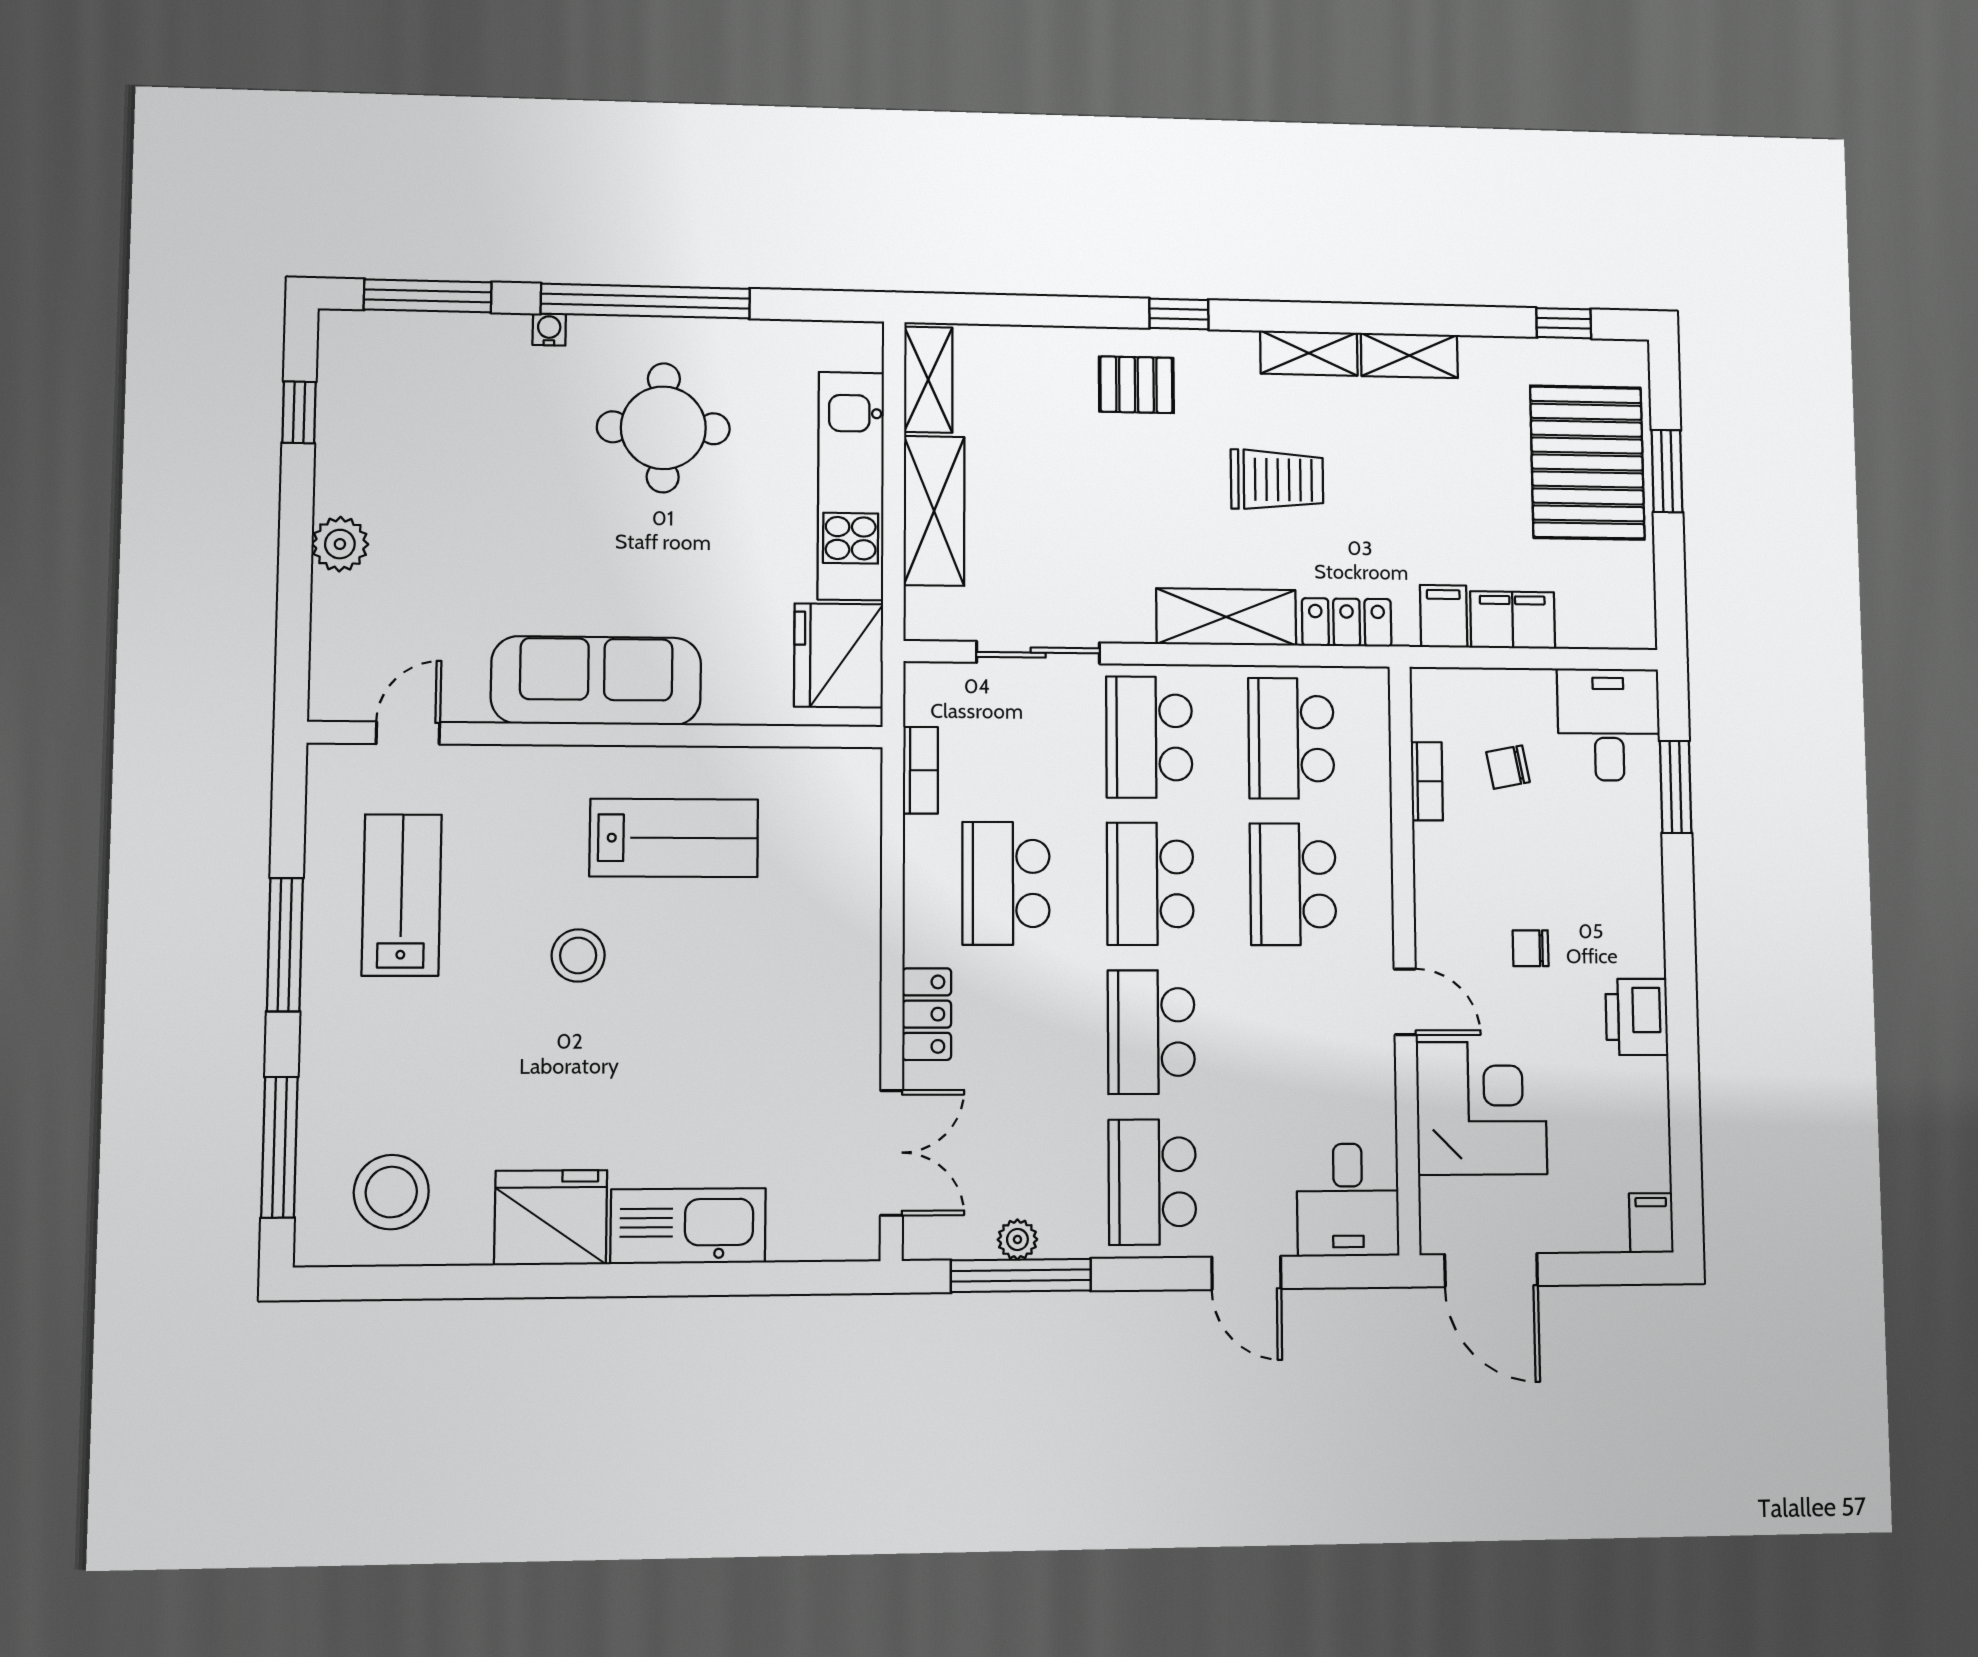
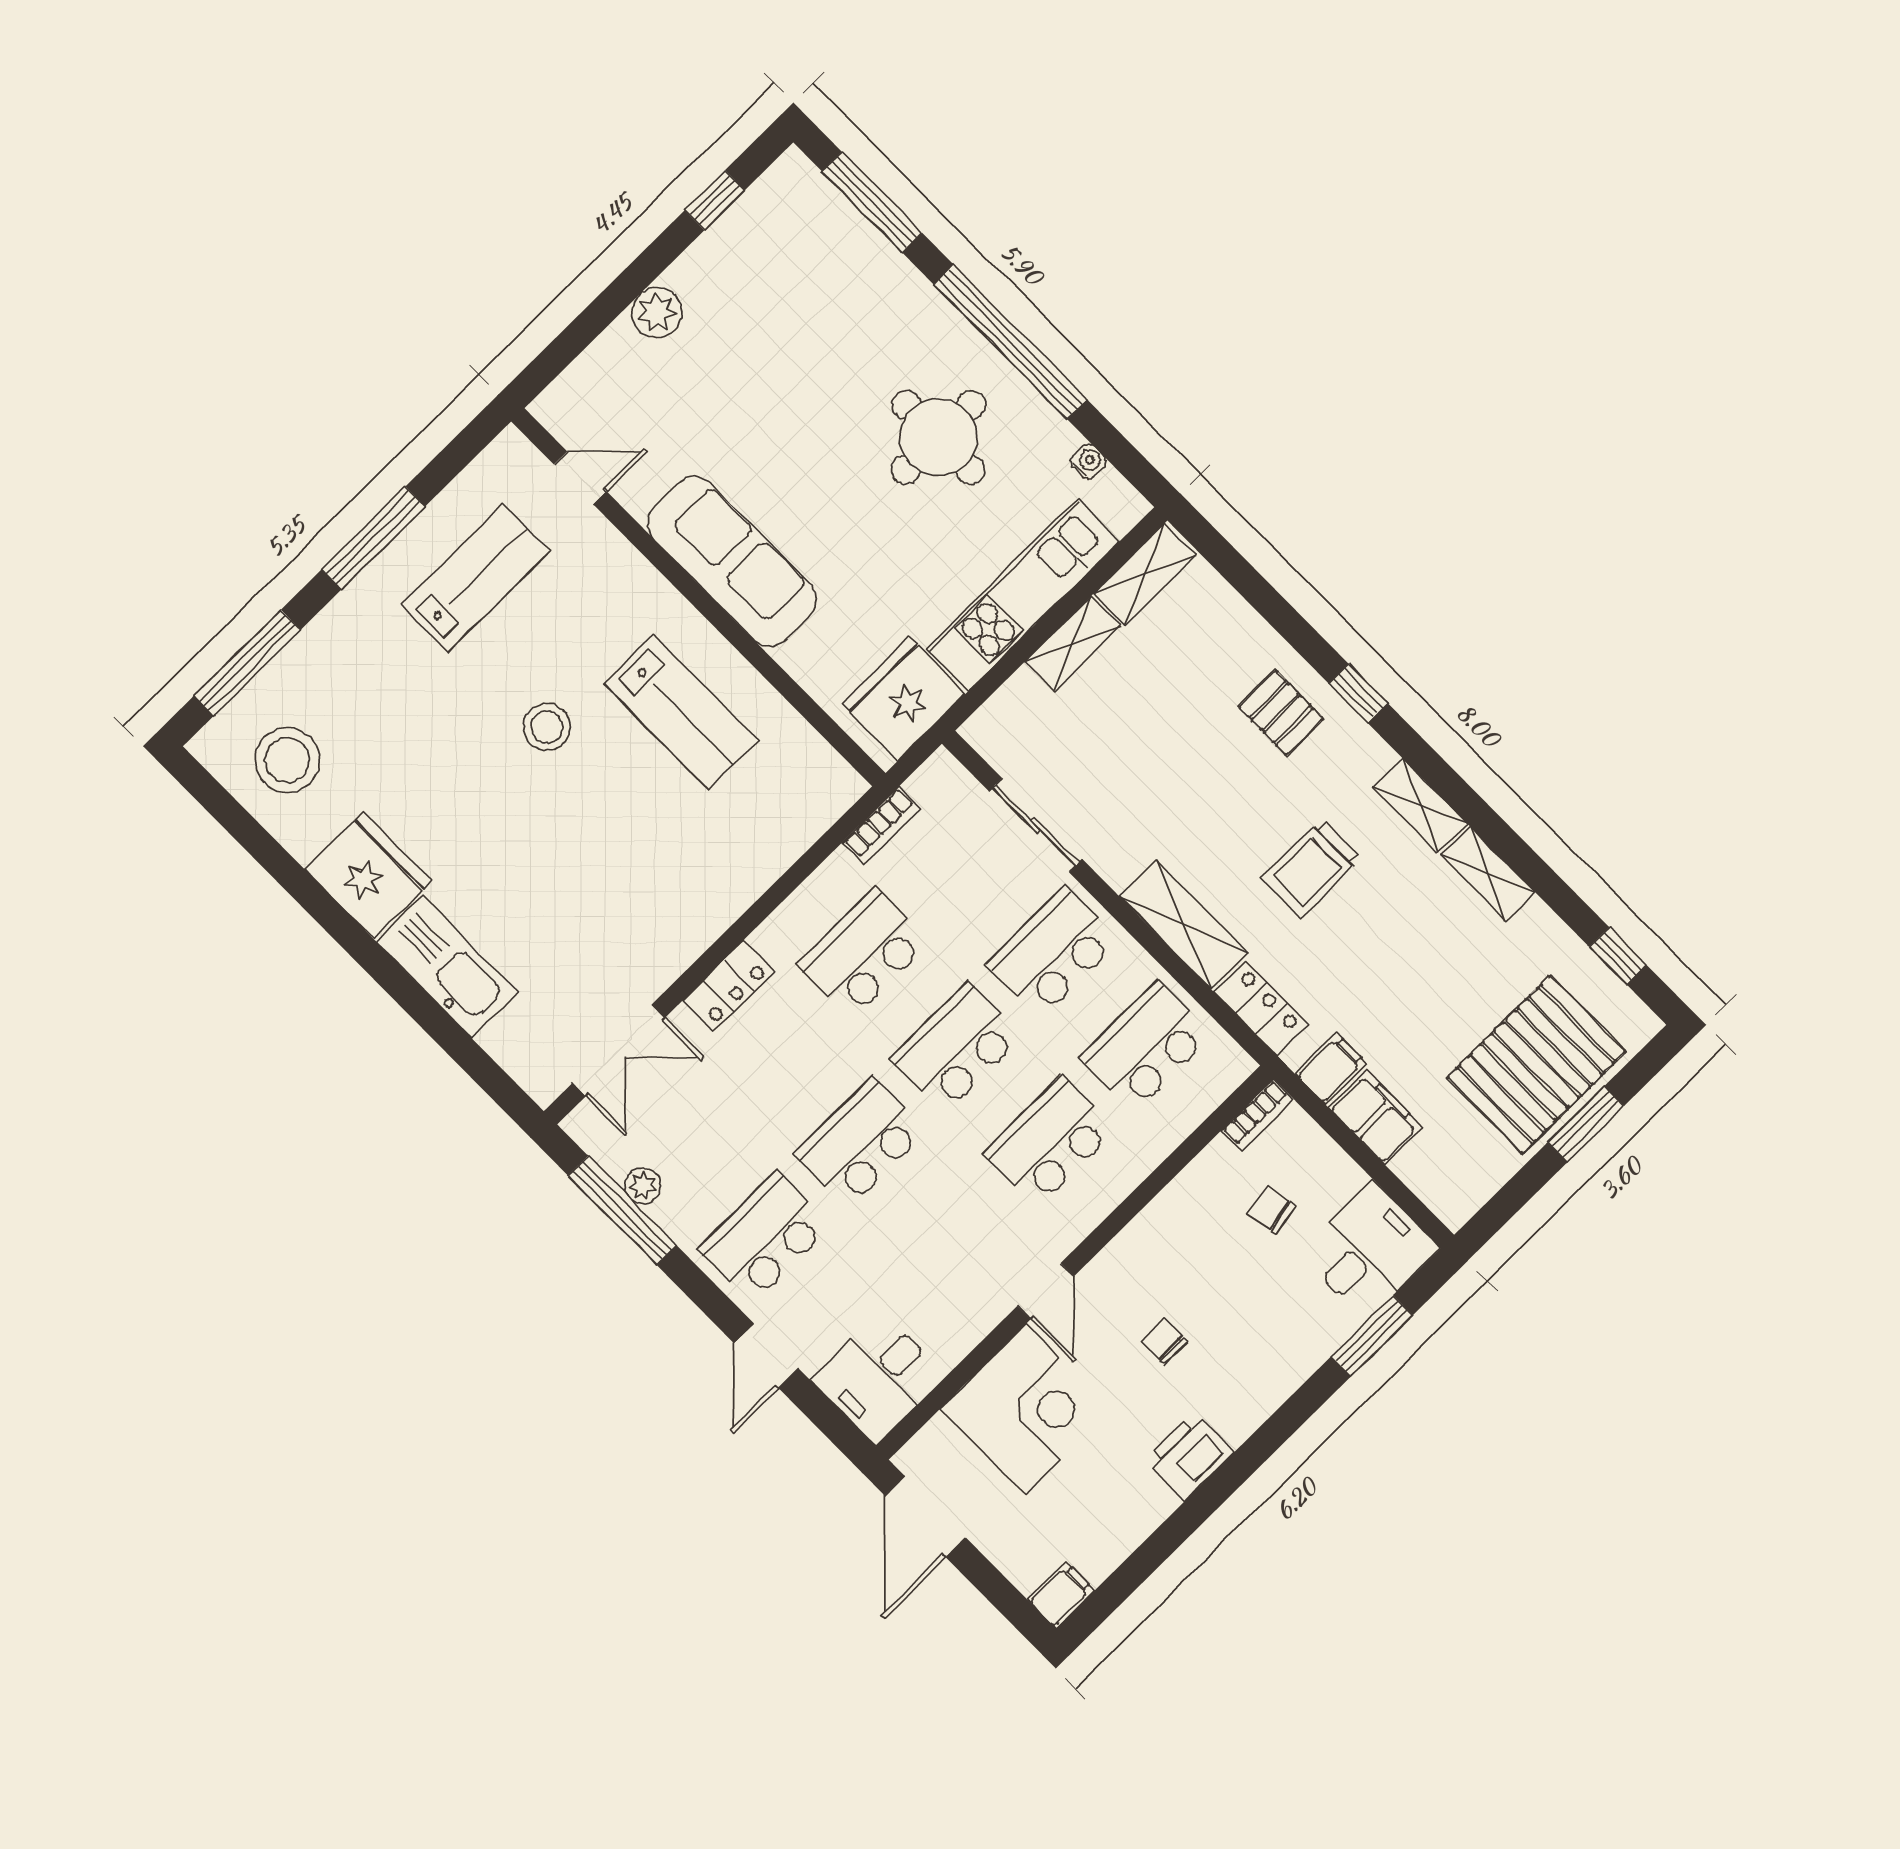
water cooler: (549, 330) -> (1088, 461), moved
trolley: (1277, 480) -> (1311, 868), turned 90
shelving: (934, 511) -> (1073, 644), width x0.67, depth x0.75
bookcase: (1427, 781) -> (1258, 1115), moved

